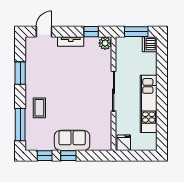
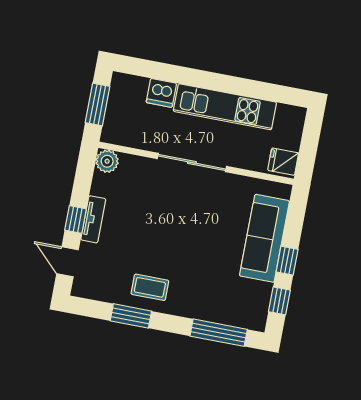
window: (91, 32) -> (76, 219), moved
dishwasher: (150, 44) -> (161, 93), moved
coffee table: (39, 108) -> (150, 287), moved
sofa: (72, 140) -> (264, 238), width x1.36

